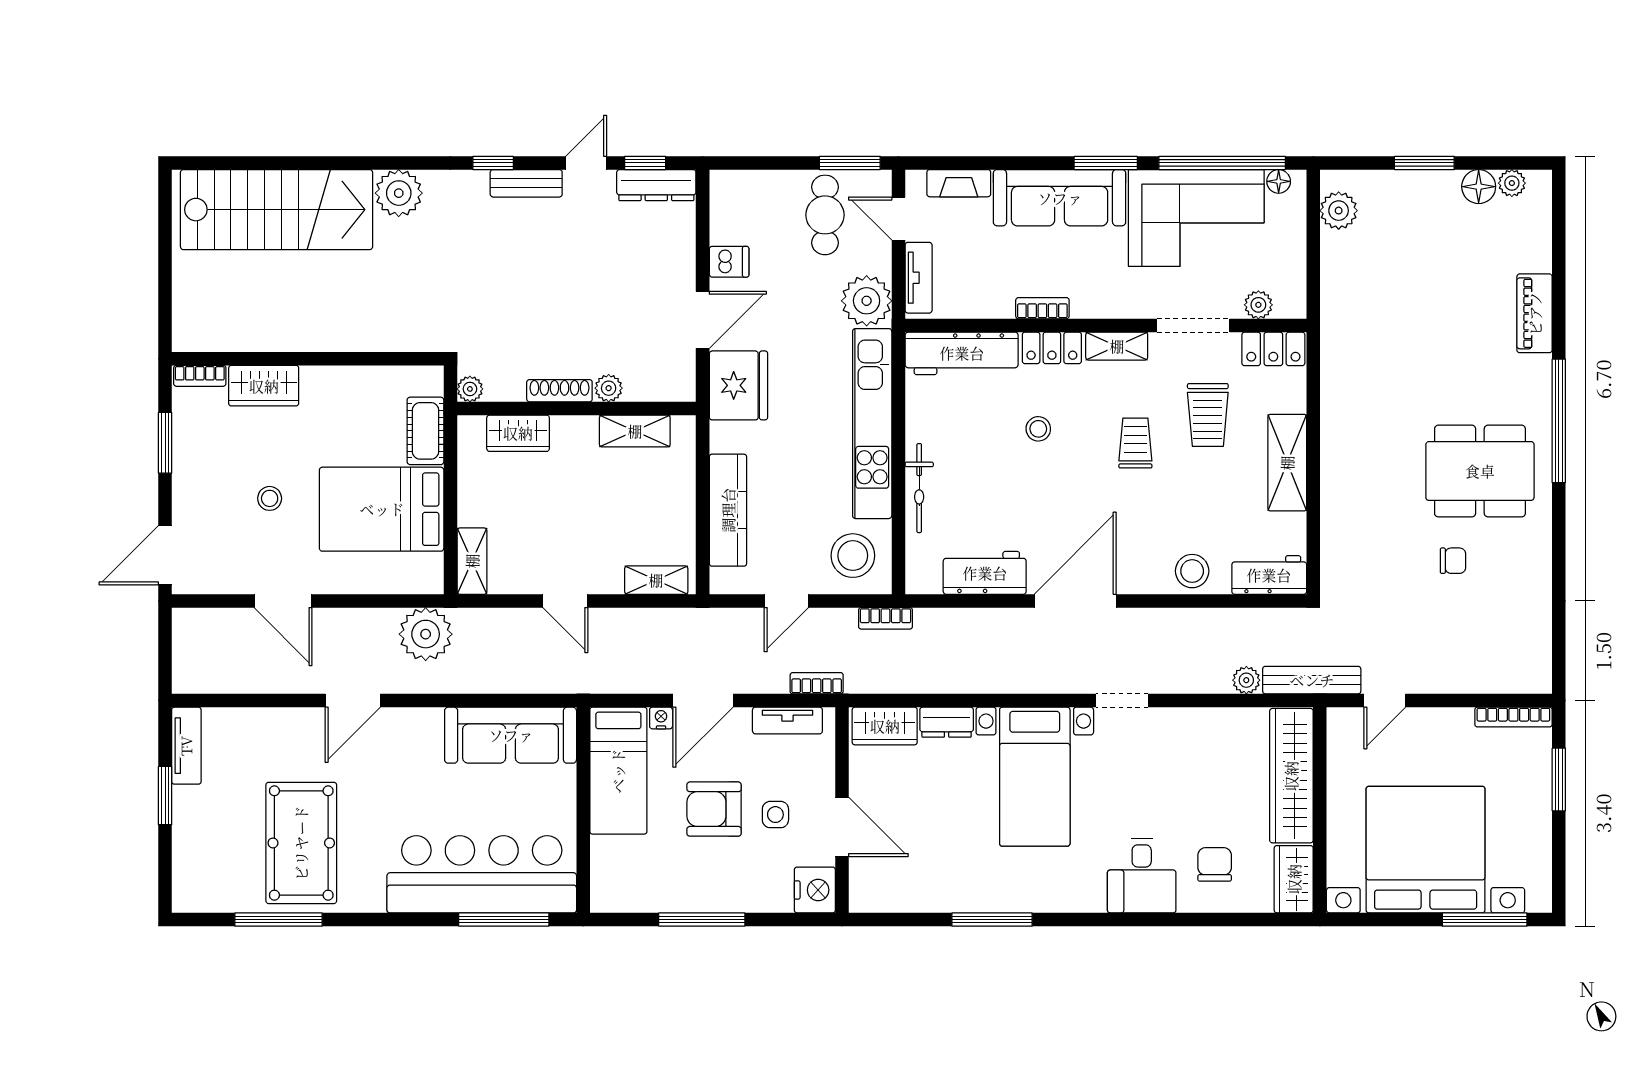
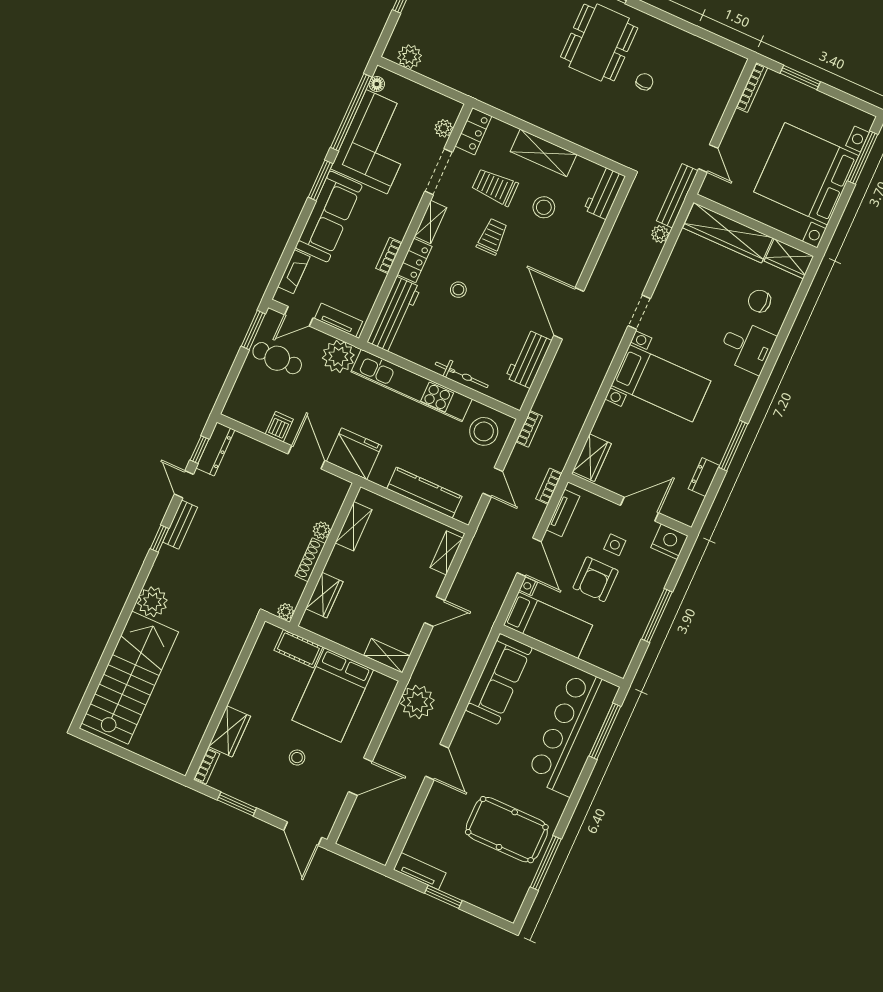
trolley: (1208, 415) -> (495, 187), turned 180
trolley: (1135, 443) -> (492, 237), turned 90
stool: (1192, 571) -> (544, 207), moved
dresser: (947, 722) -> (704, 477), moved, turned 180

